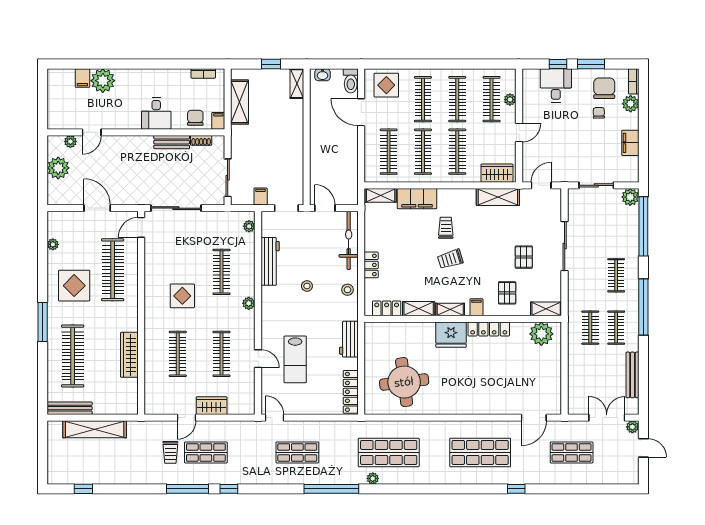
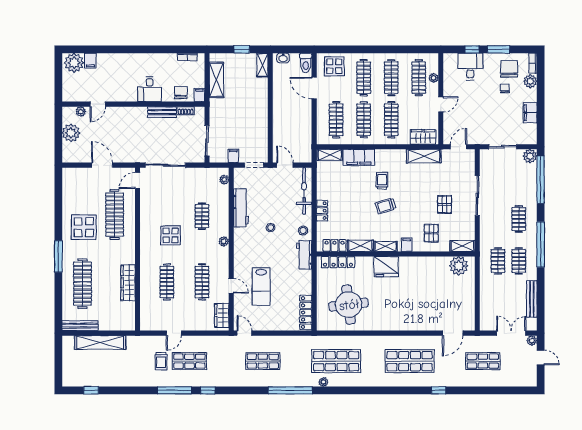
plant: (103, 81) -> (74, 63), moved
plant: (53, 244) -> (67, 194), removed
clothes rail: (221, 272) -> (202, 216), width x0.73
locker: (489, 329) -> (338, 262), moved
workbench: (349, 339) -> (304, 255), moved
wardrobe: (212, 406) -> (222, 315), moved, turned -90

